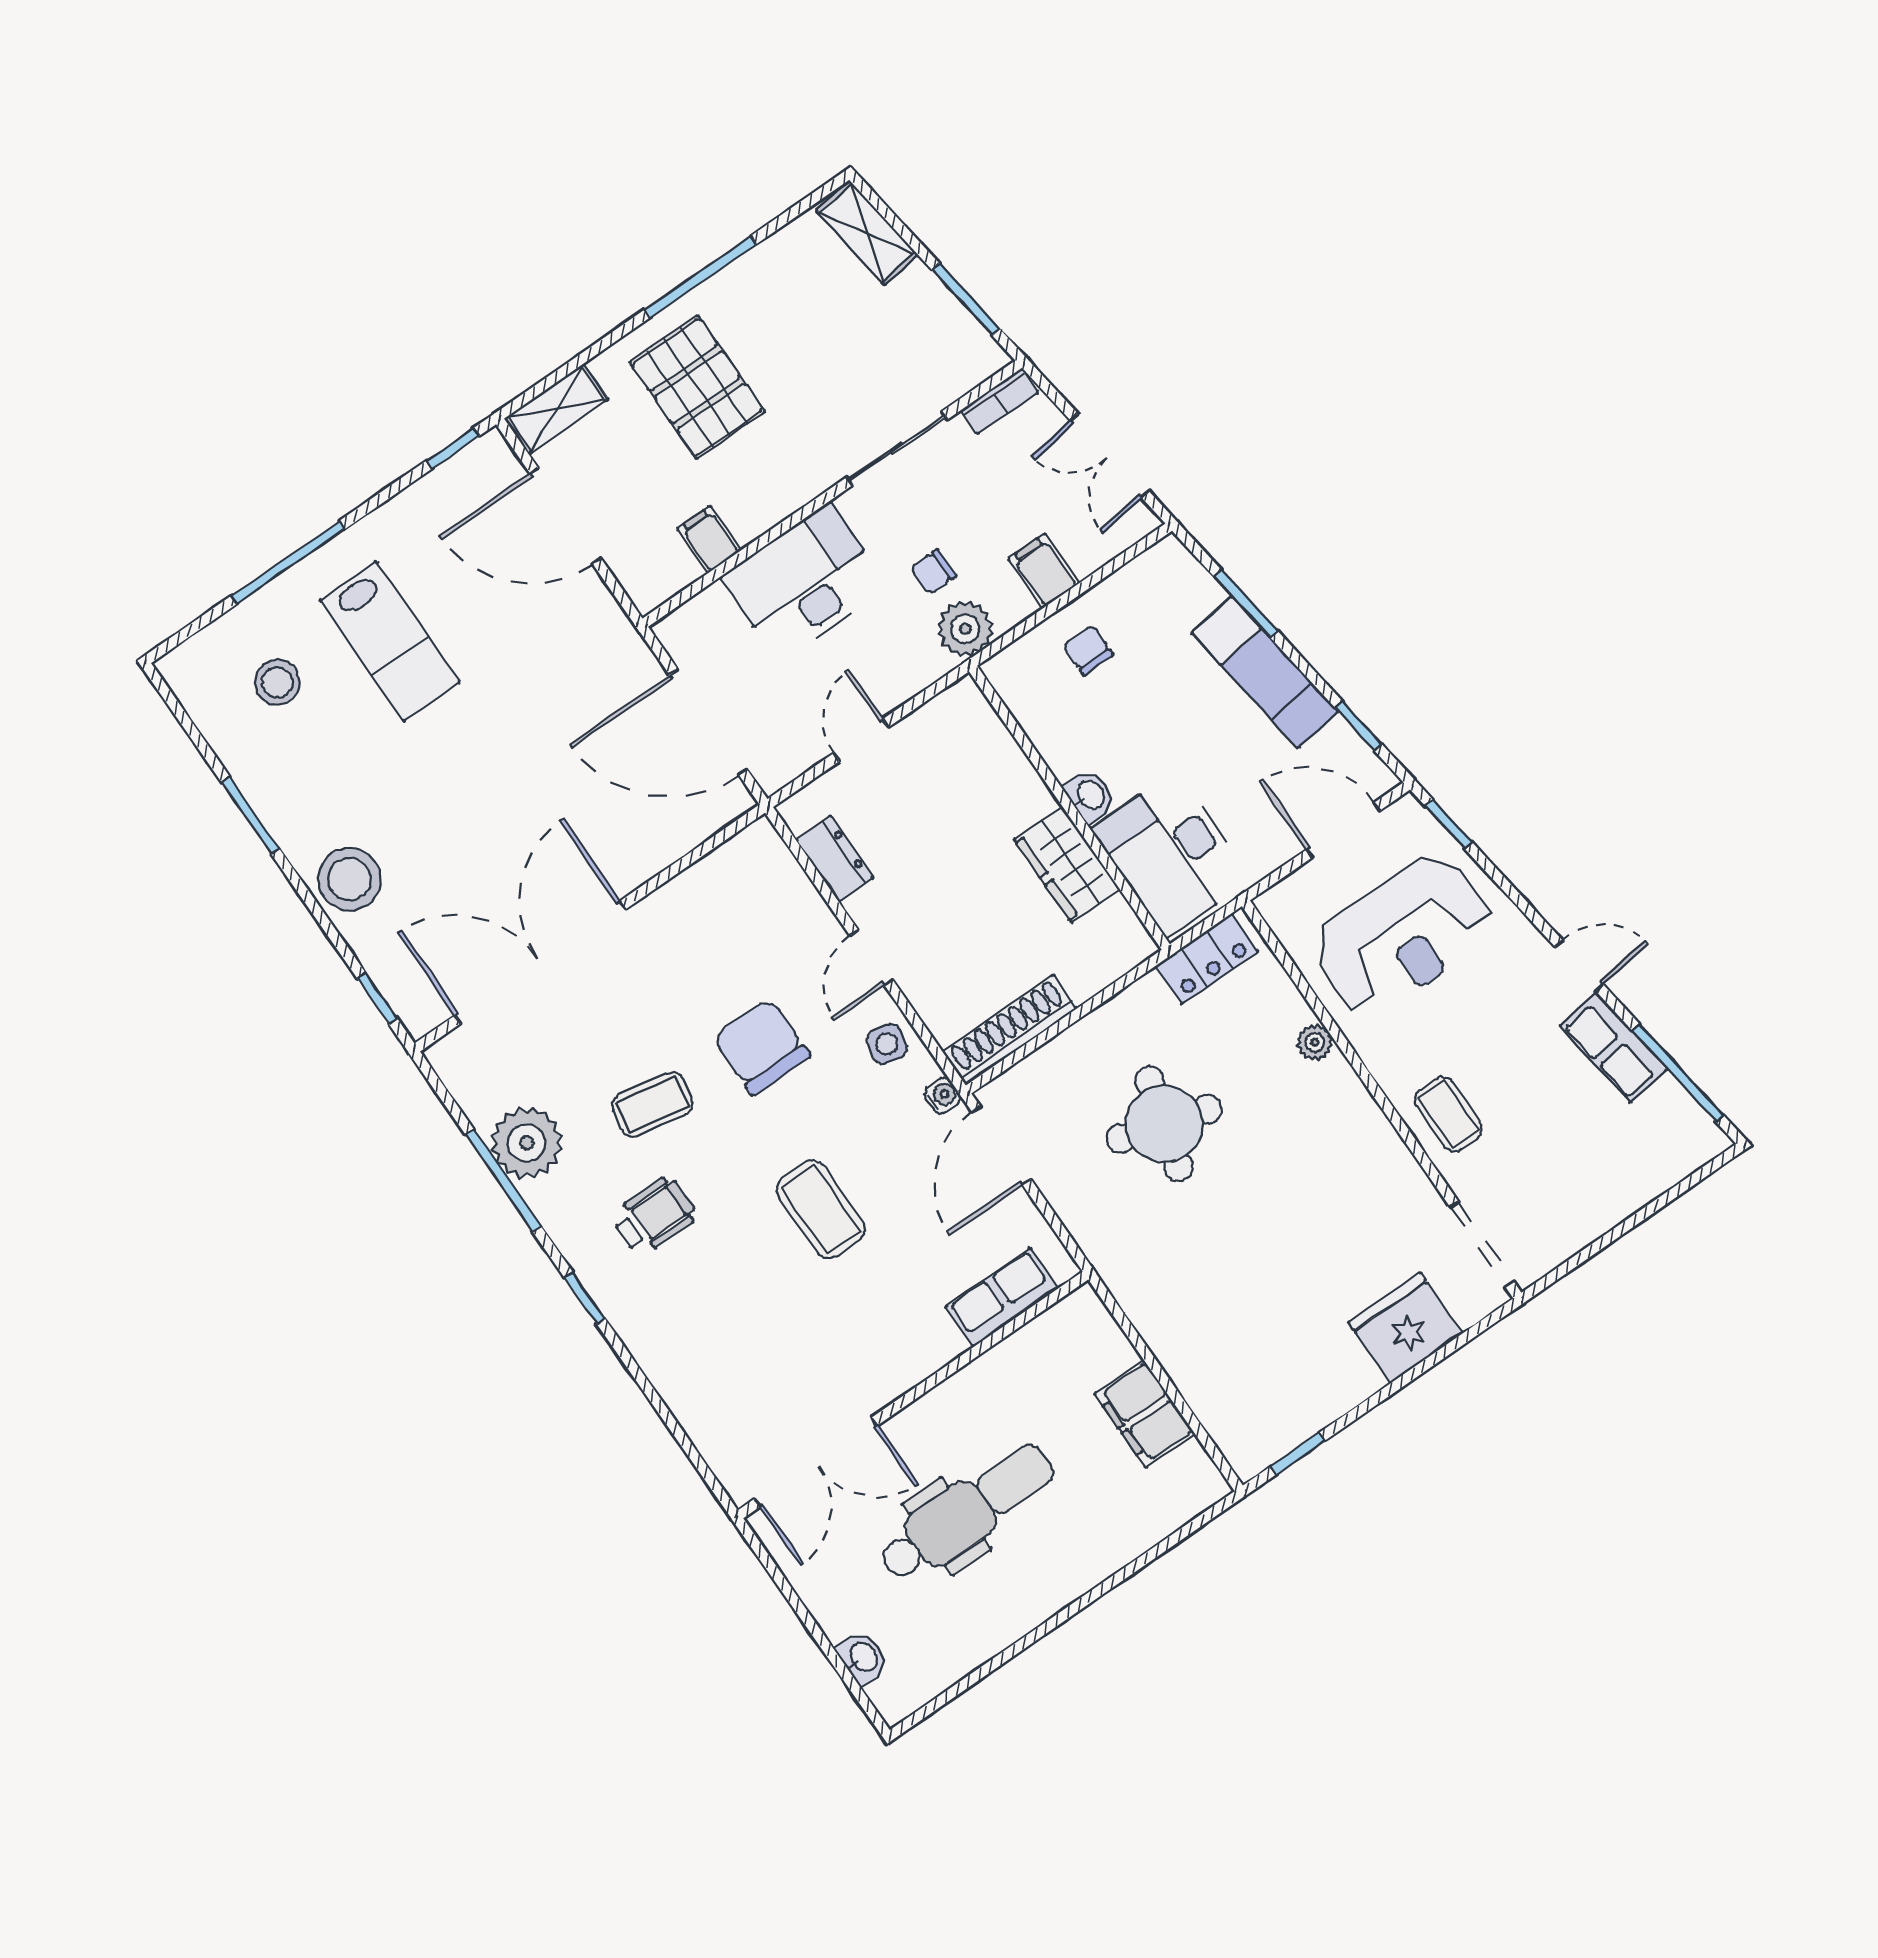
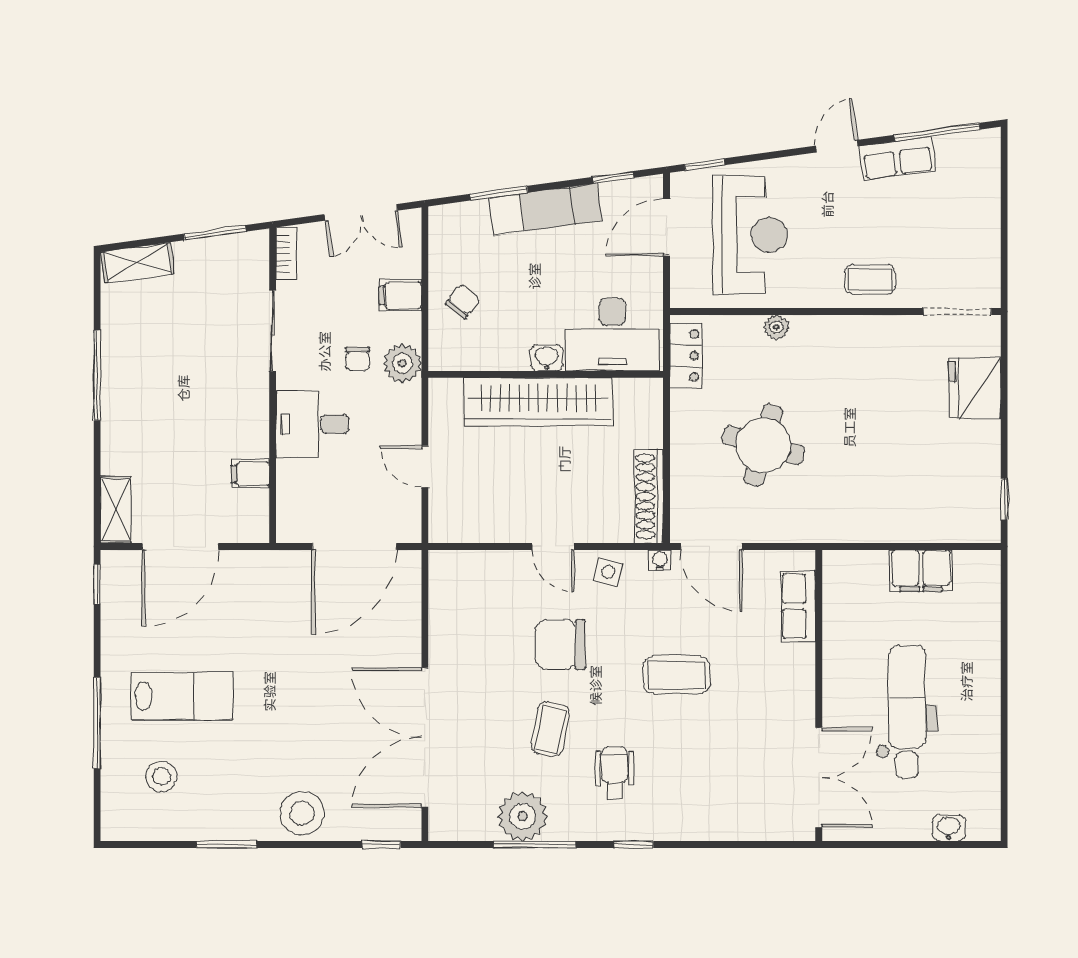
pallet: (697, 387) -> (159, 421), removed
desk: (804, 582) -> (312, 424), width x0.73
chair: (1088, 650) -> (463, 301), turned 129
dresser: (835, 859) -> (482, 528), removed
wardrobe: (1067, 864) -> (538, 402), width x2.10, depth x1.17

